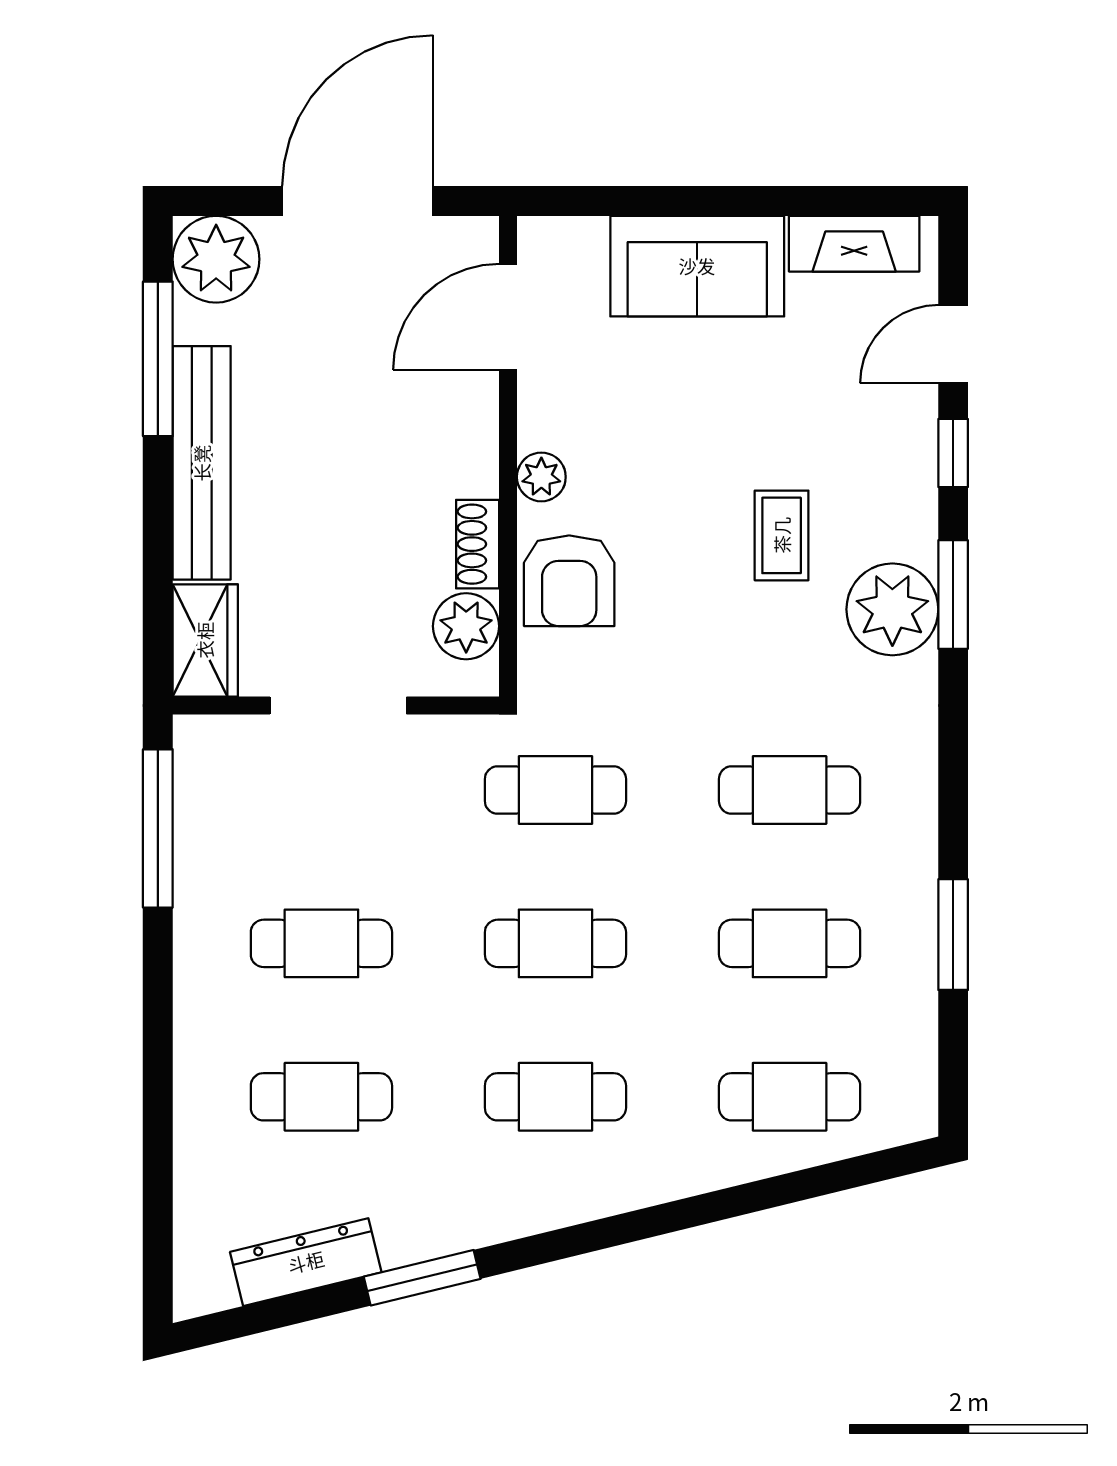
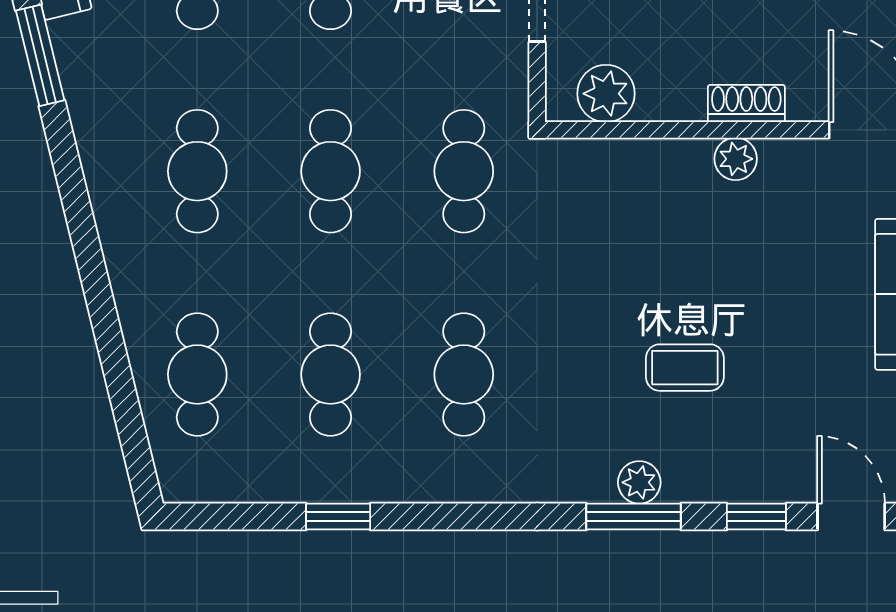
shoe rack: (478, 544) -> (746, 104), moved
armchair: (569, 581) -> (645, 183), removed
plant: (892, 609) -> (639, 482), width x0.53, depth x0.53
window: (953, 935) -> (338, 517), width x0.67

